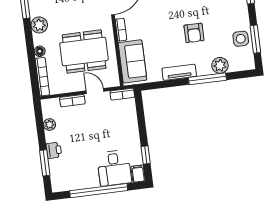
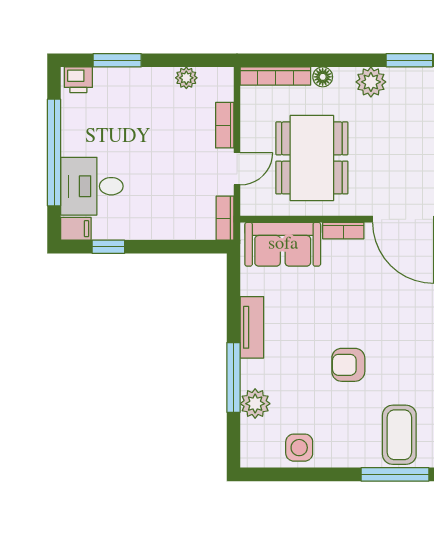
armchair: (194, 33) -> (348, 365), moved
window: (255, 39) -> (295, 474), removed
printer: (54, 150) -> (78, 80), moved

